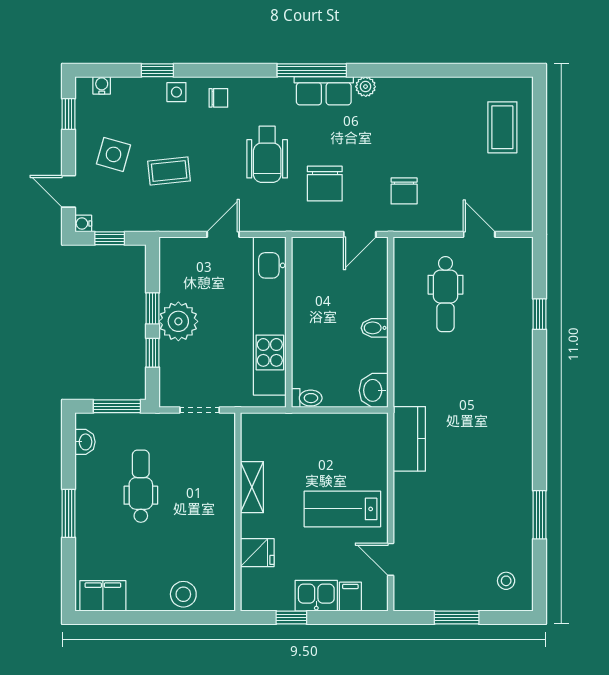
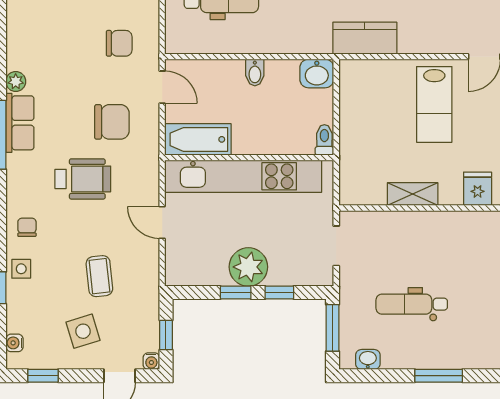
side table: (113, 154) -> (83, 331), turned -33
bathtub: (307, 270) -> (198, 139), added

